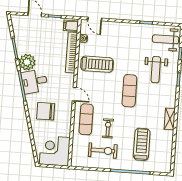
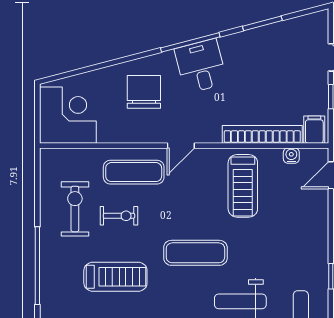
plant: (27, 62) -> (237, 49), removed
treadmill: (142, 144) -> (115, 277), moved
exercise bike: (103, 151) -> (75, 209), turned 180

